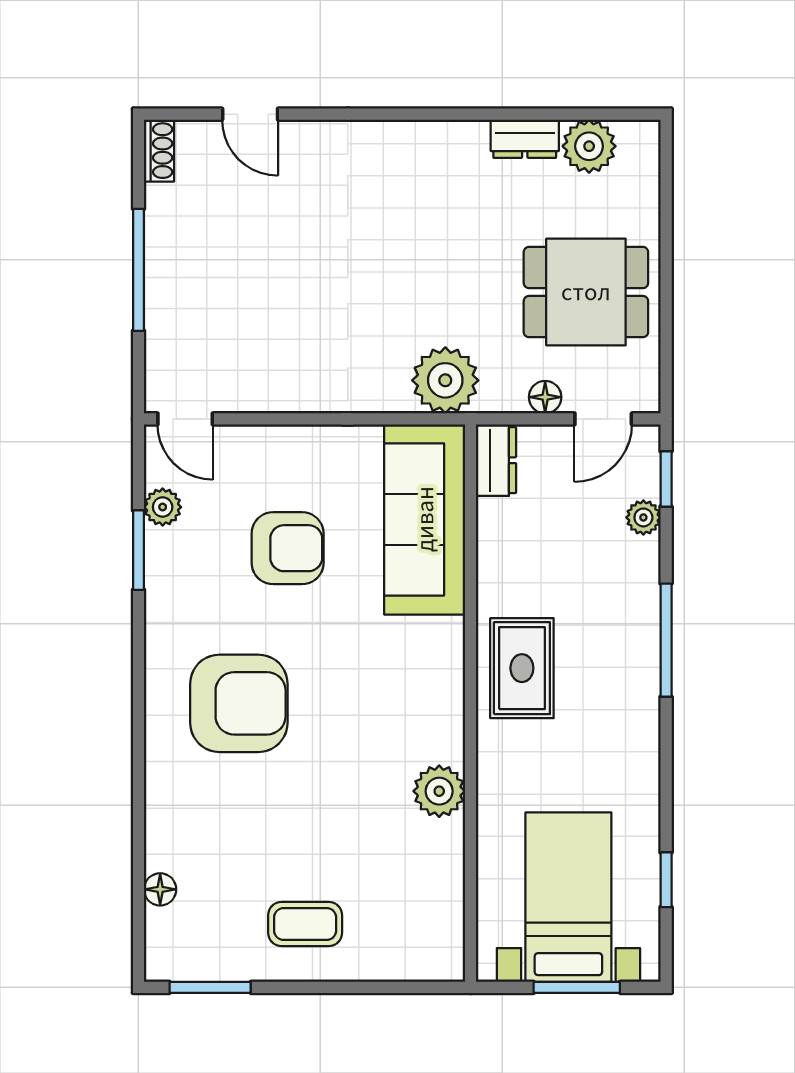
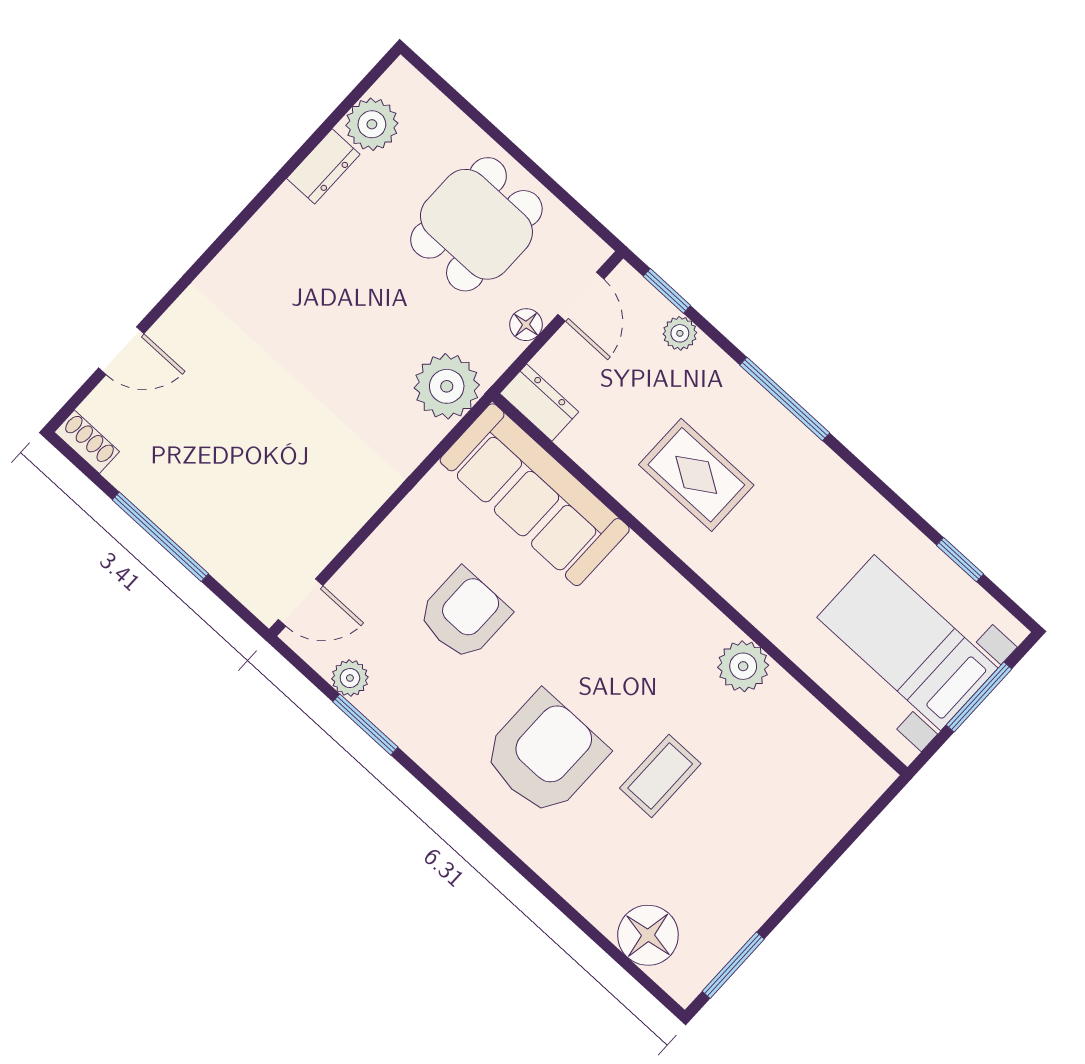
rug: (522, 668) -> (696, 475), moved
floor lamp: (160, 889) -> (648, 935), width x1.89, depth x1.89
coffee table: (305, 924) -> (660, 776), moved

